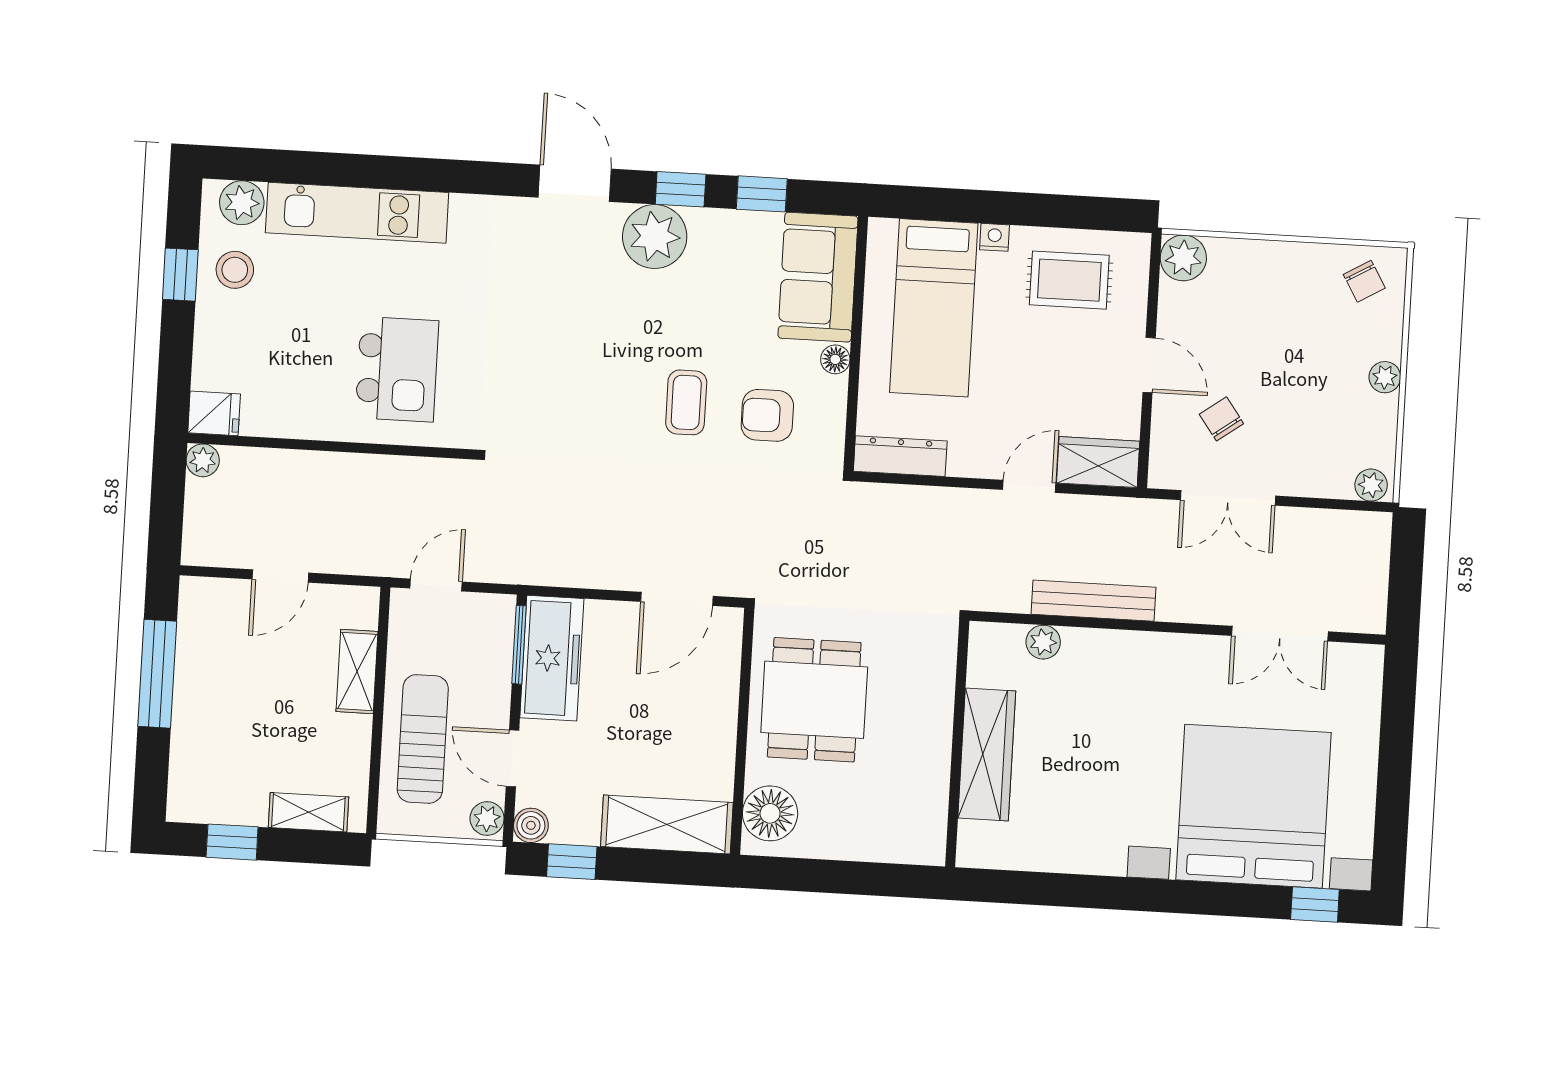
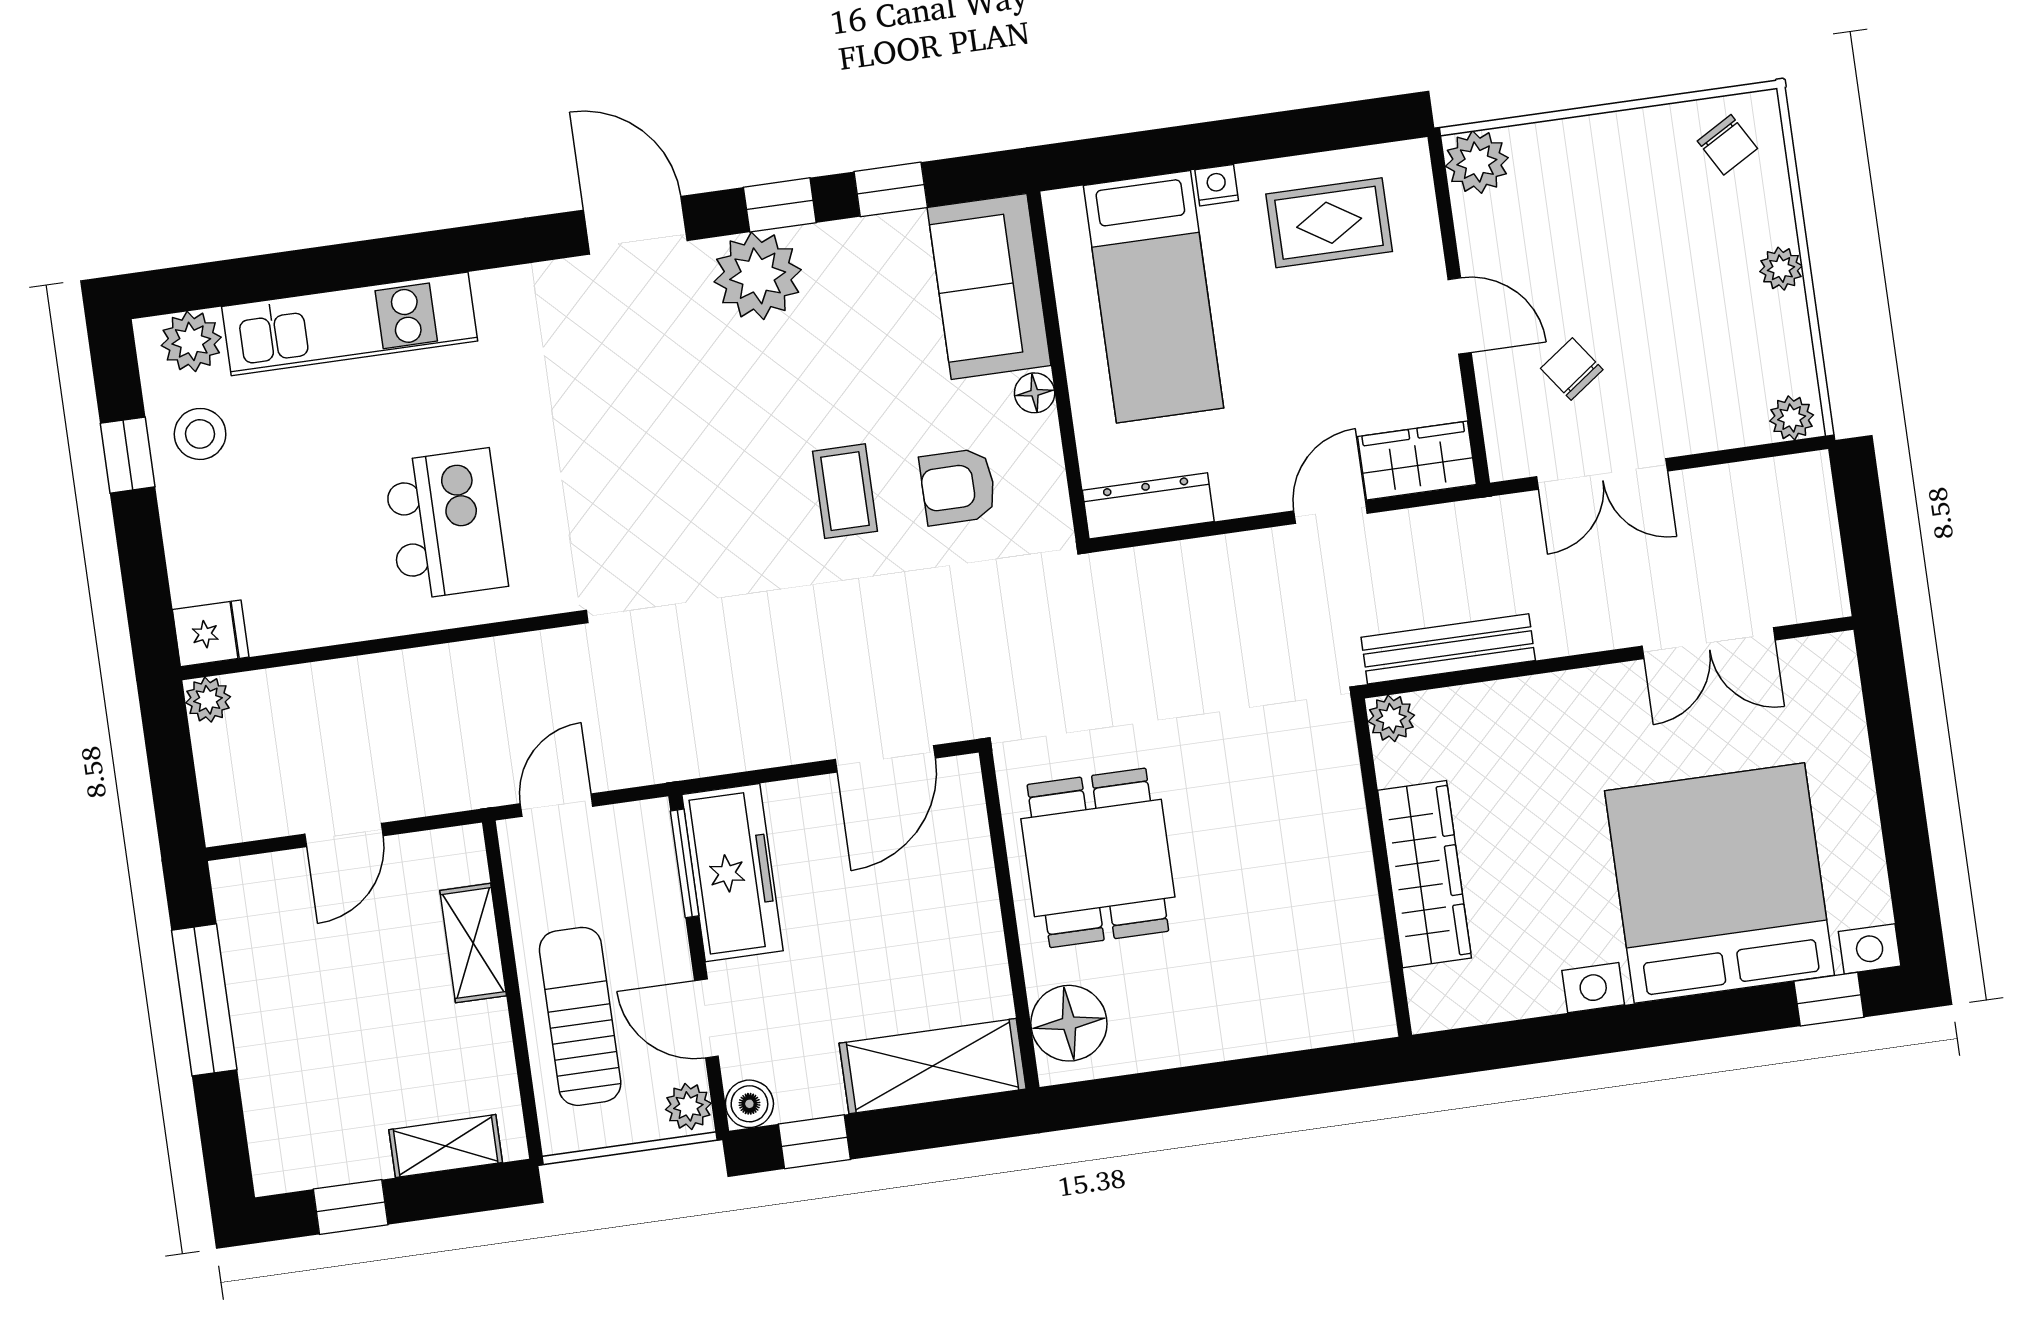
wall: (957, 744) -> (1382, 868), moved
wardrobe: (987, 754) -> (1425, 874), moved

